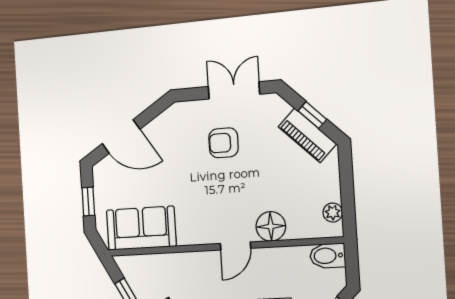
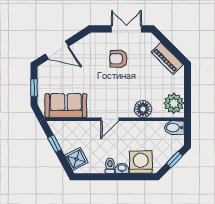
window: (312, 115) -> (171, 47), removed
plant: (333, 213) -> (174, 103), width x1.88, depth x1.88
door: (236, 246) -> (110, 119), moved

